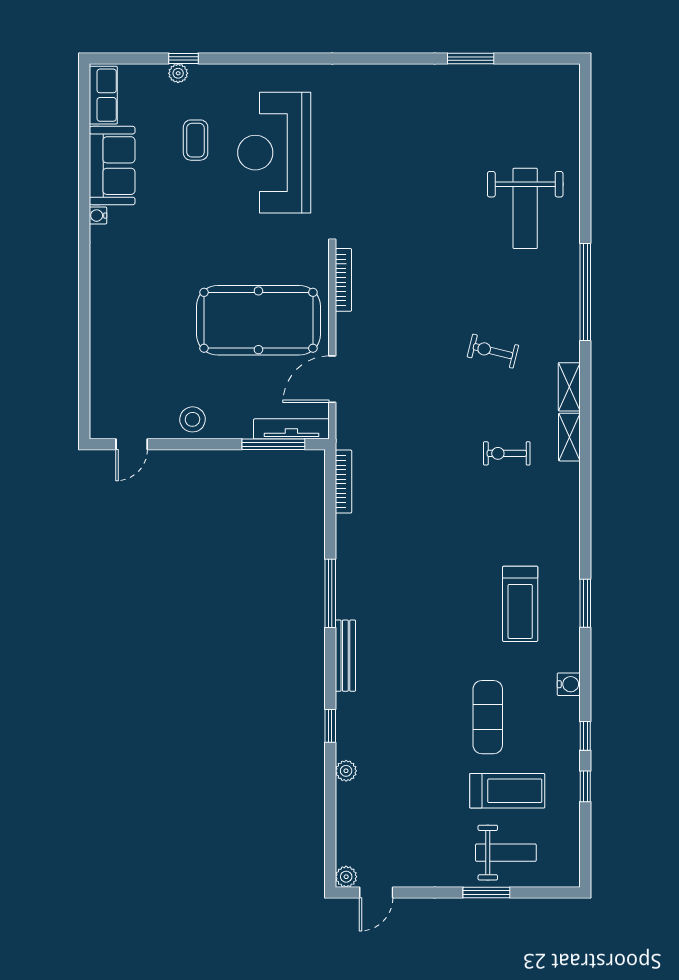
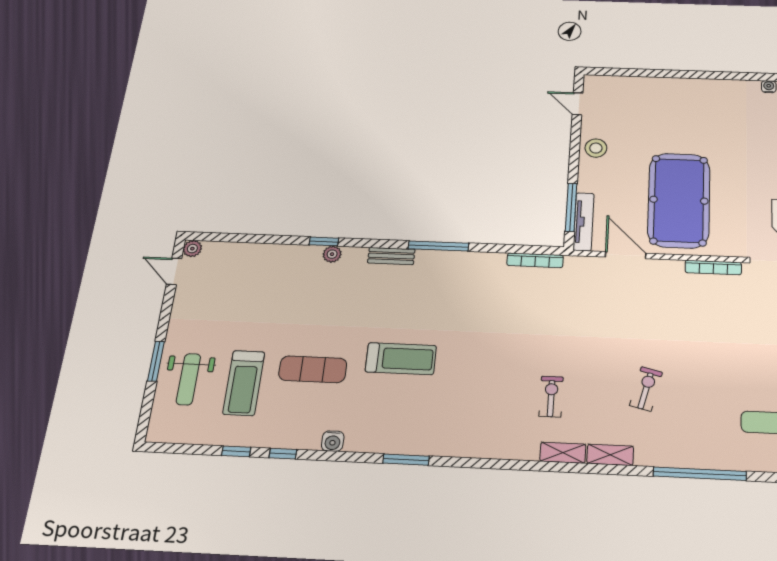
treadmill: (520, 604) -> (401, 359), moved, turned 180
bench: (345, 656) -> (391, 256), width x0.73
plant: (346, 771) -> (332, 254), moved

